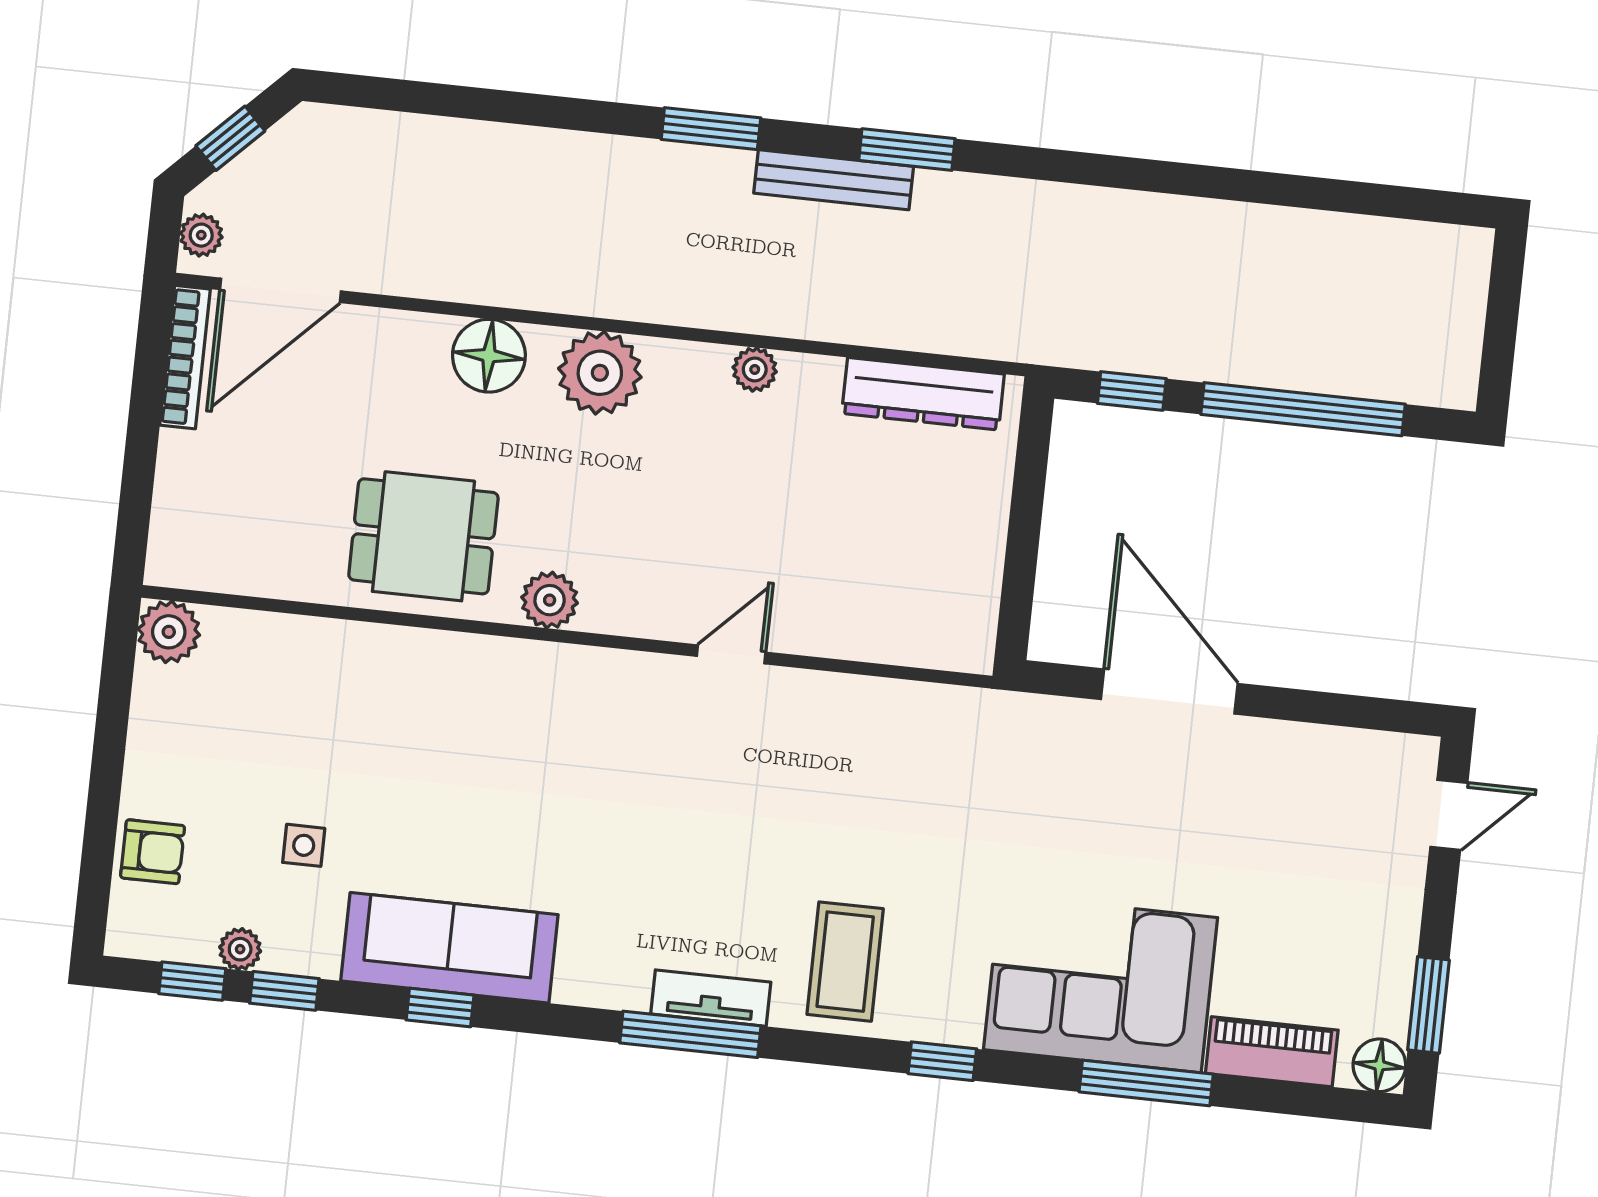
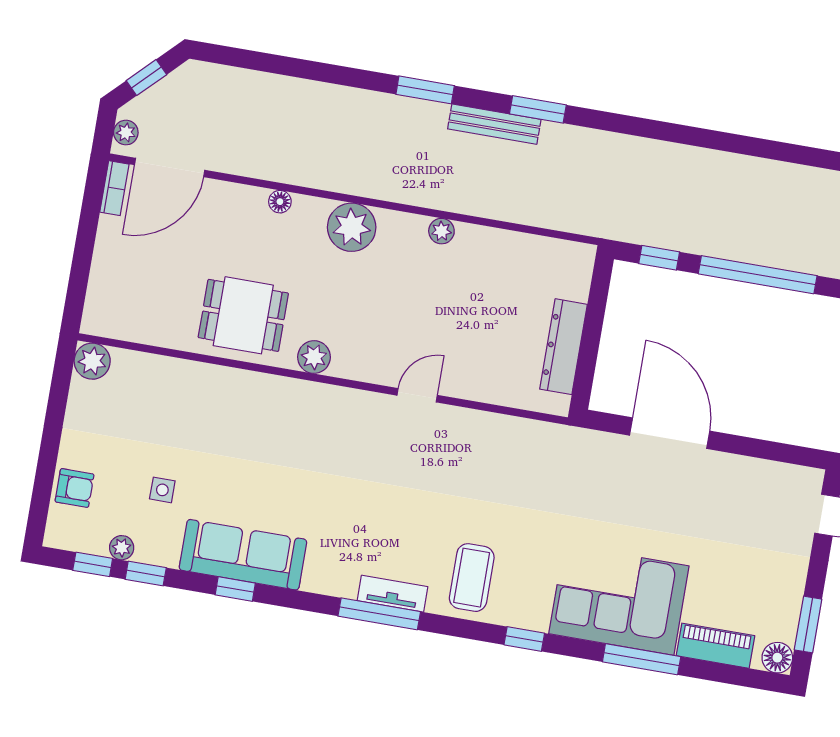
floor lamp: (489, 356) -> (280, 202), width x0.53, depth x0.53
bookcase: (185, 357) -> (114, 188), width x0.64
dresser: (923, 394) -> (563, 347), moved, turned 90

